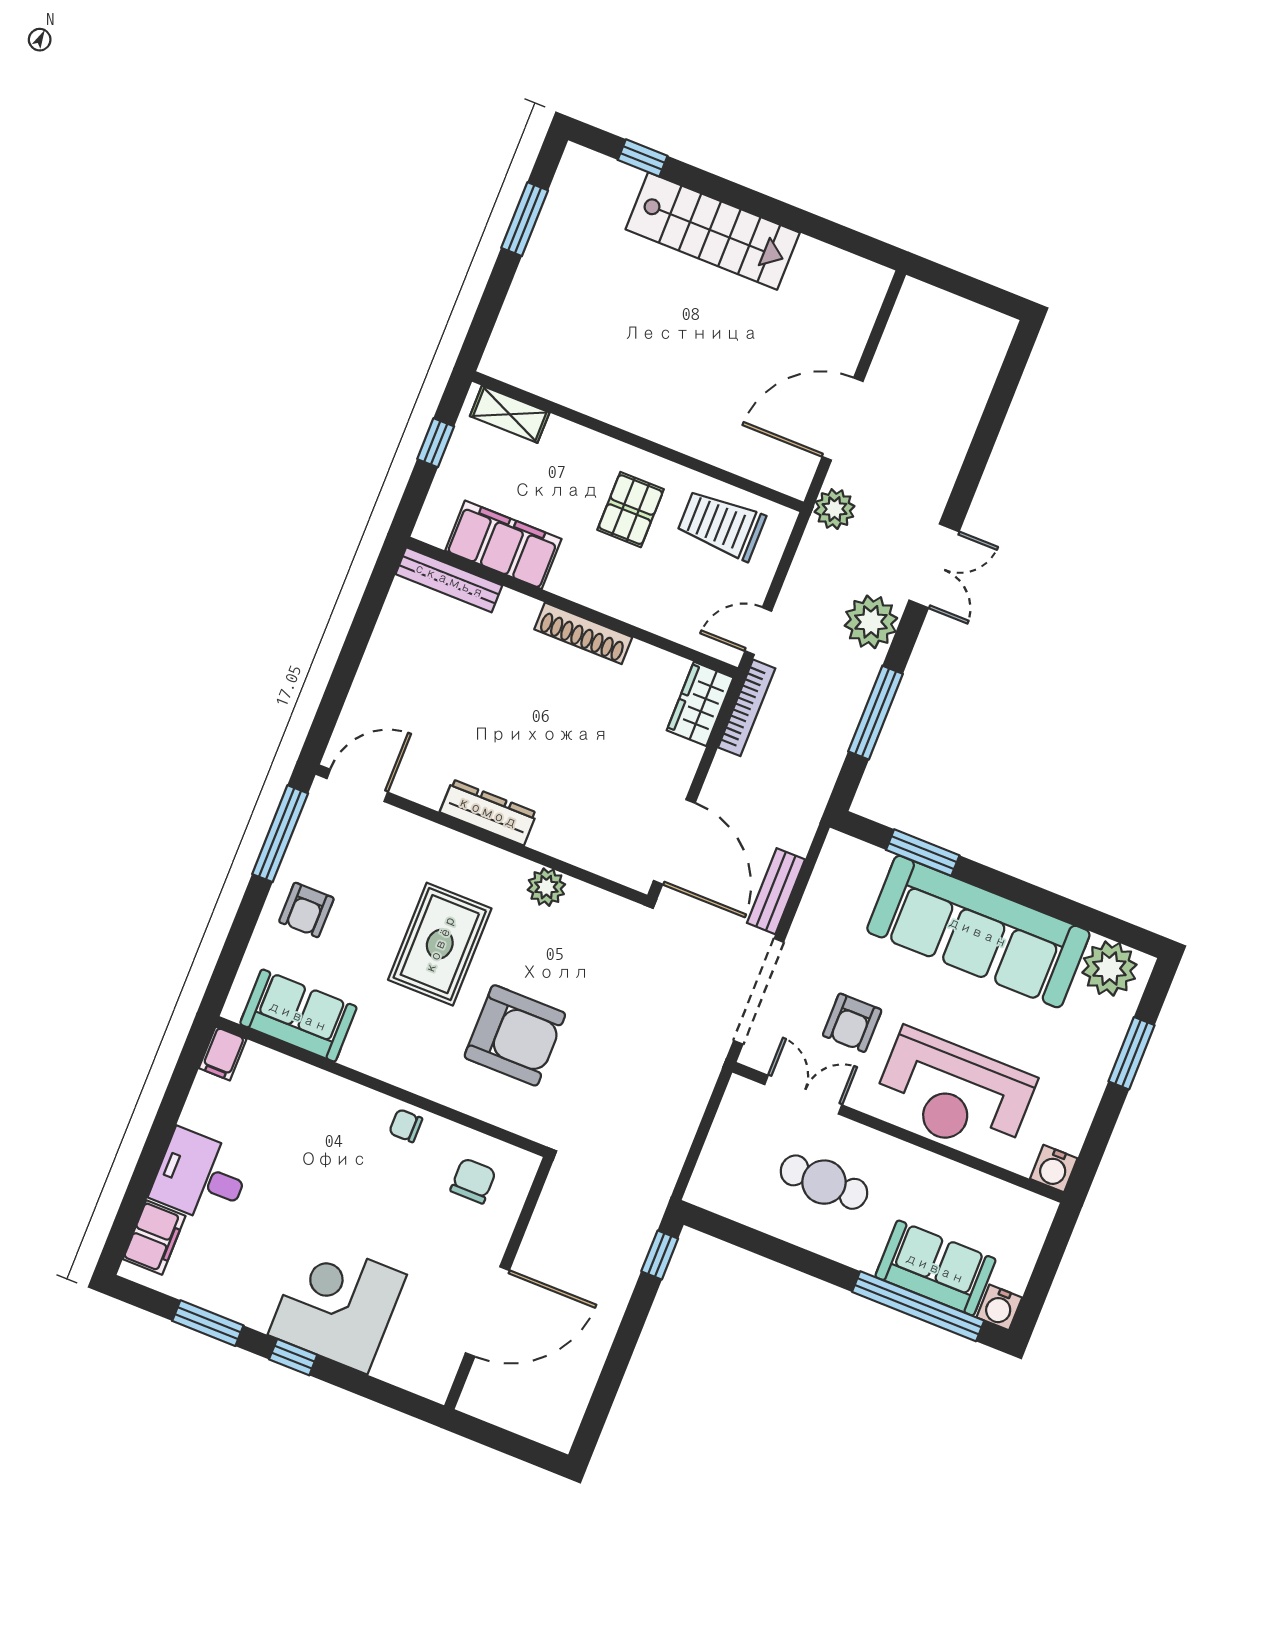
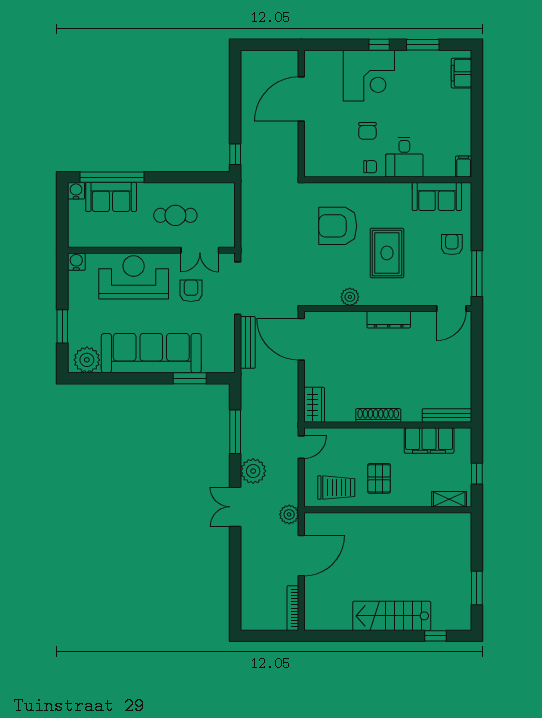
bookcase: (747, 708) -> (293, 608), moved
bench: (776, 891) -> (248, 342), width x1.36
desk: (201, 1177) -> (404, 157), moved, turned 90
chair: (473, 1181) -> (367, 131), moved

